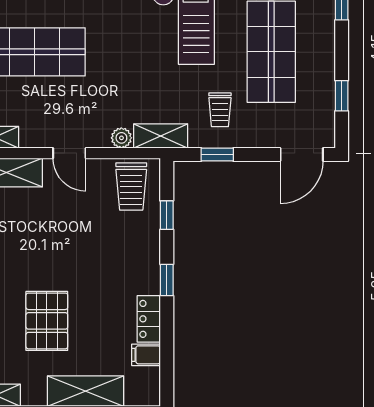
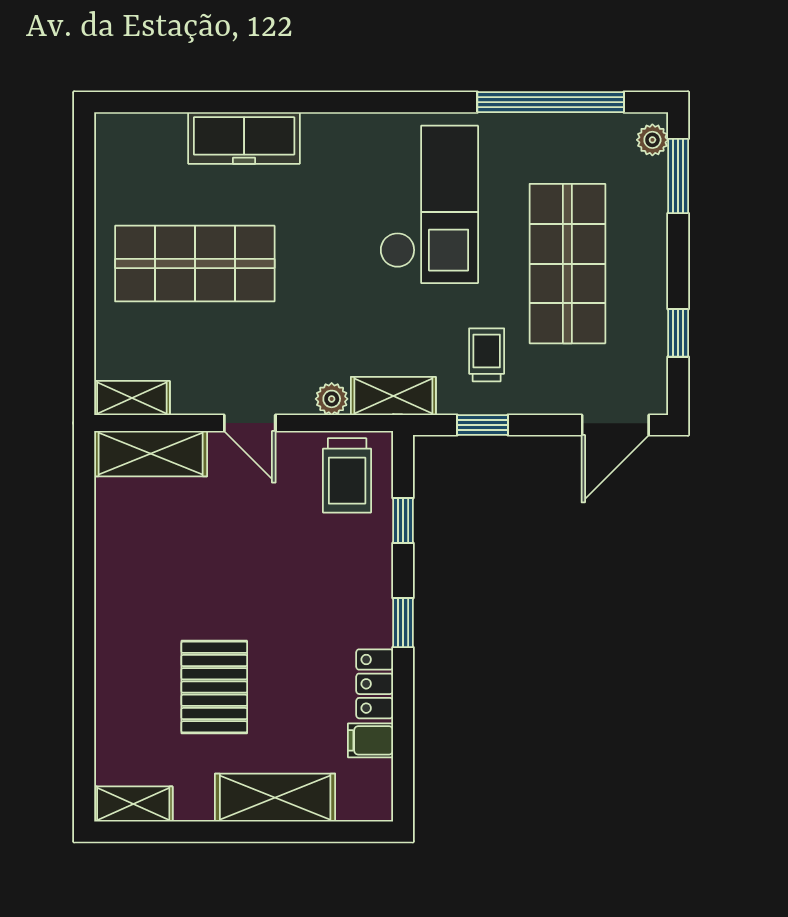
trolley: (220, 110) -> (487, 355), turned 180

